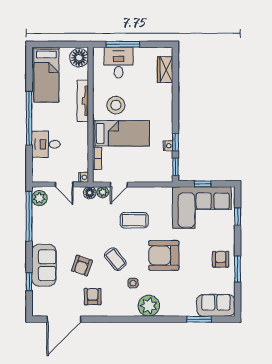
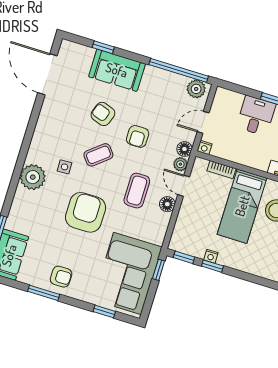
window: (203, 184) -> (159, 270), moved
floor lamp: (137, 193) -> (167, 204), added
armchair: (93, 297) -> (138, 136), moved, turned 90

